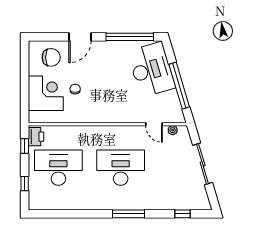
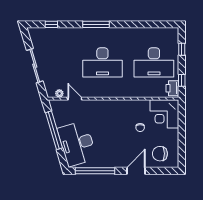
corner desk: (46, 93) -> (164, 114), moved

